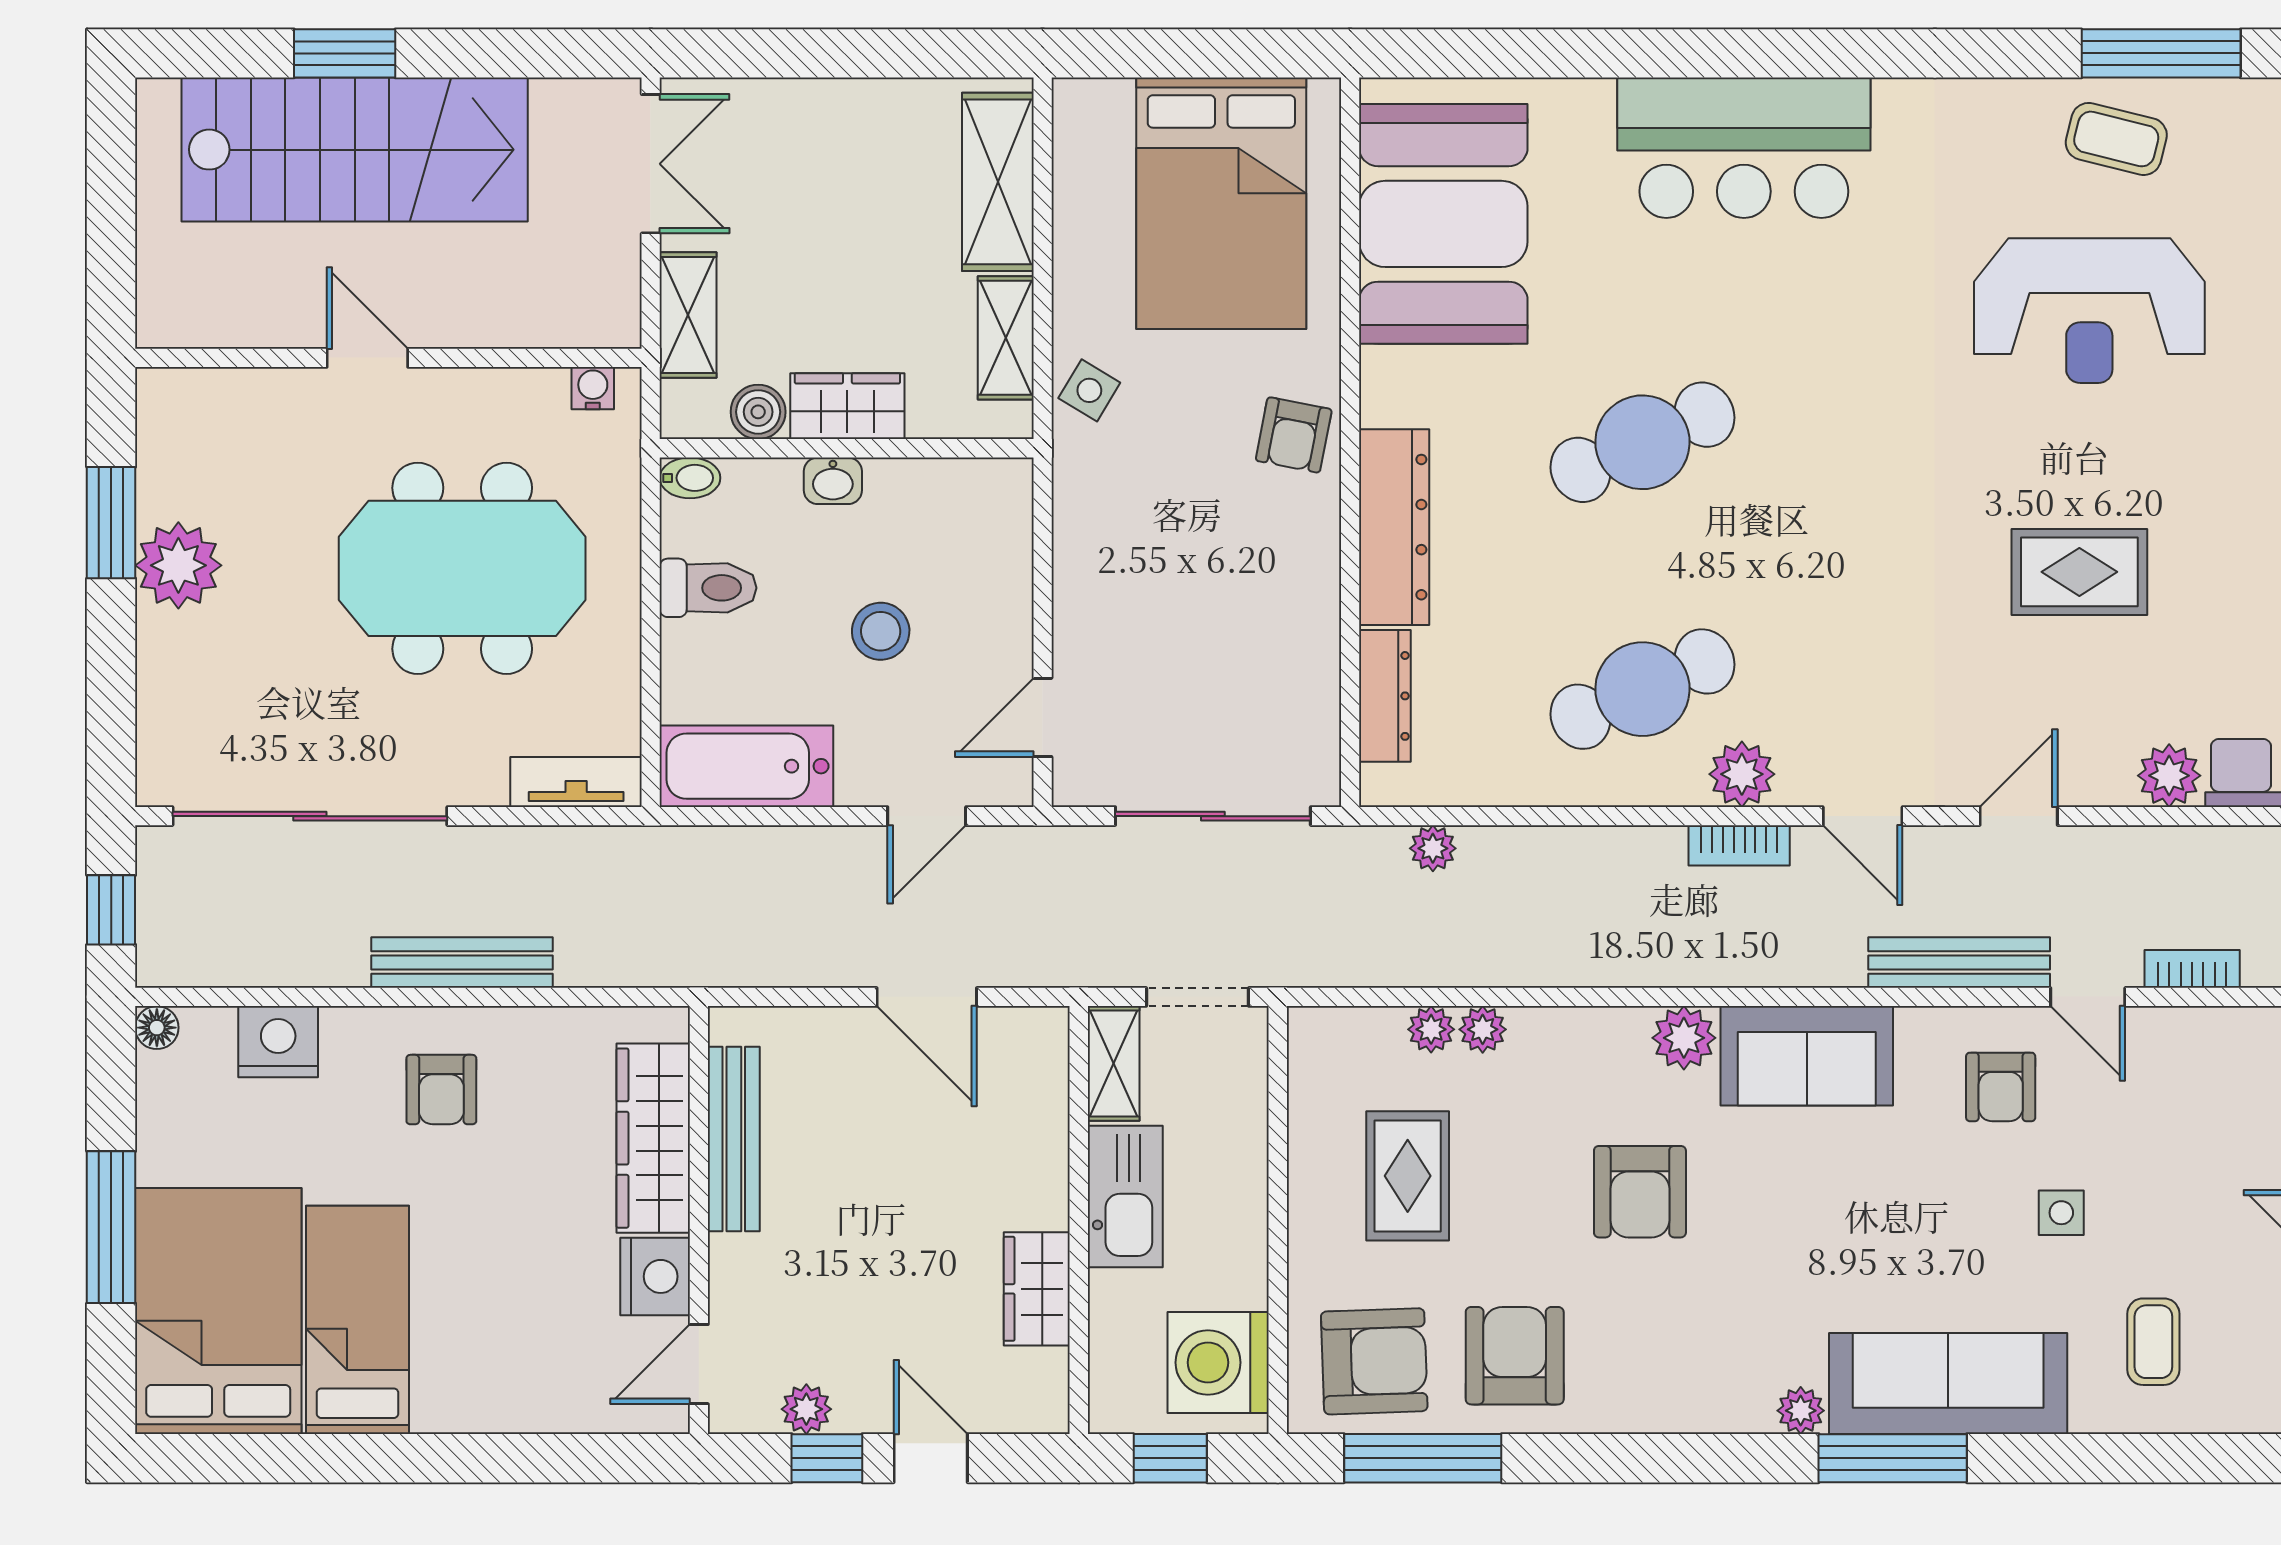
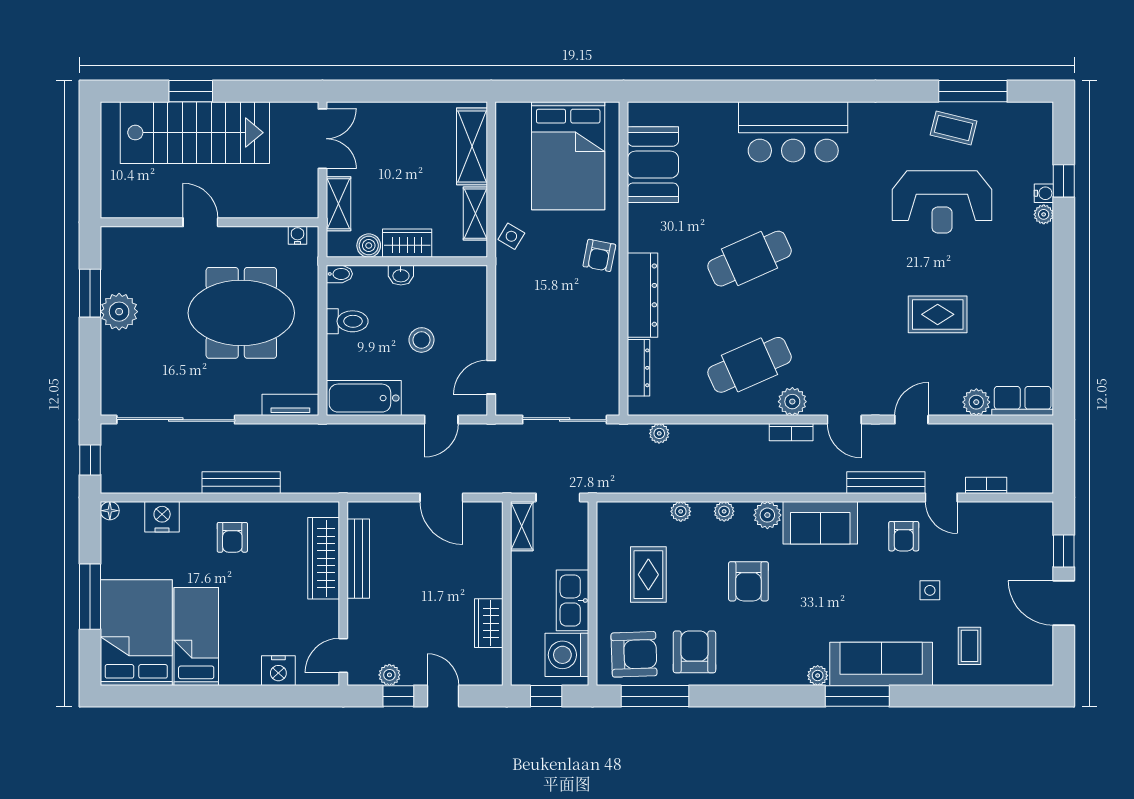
booth: (1443, 224) -> (653, 165), width x0.73, depth x0.70
plant: (1431, 1029) -> (724, 511), moved
kitchen sink: (1125, 1197) -> (572, 600), moved, turned 180
nightstand: (655, 1276) -> (278, 671), moved, turned 90

